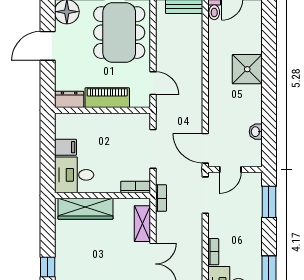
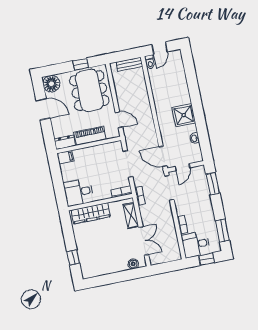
door: (48, 46) -> (43, 109), swing flipped
shower: (247, 69) -> (184, 115), moved
filing cabinet: (65, 147) -> (65, 157), moved

